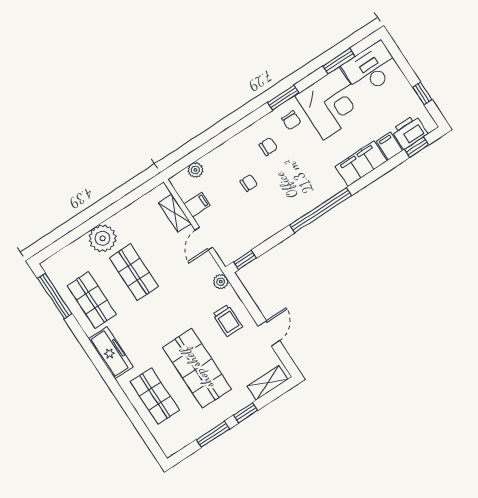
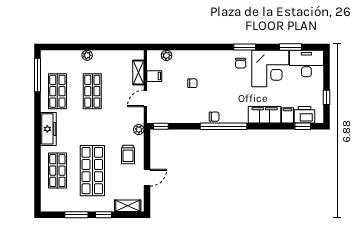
chair: (268, 147) -> (214, 117), moved
plant: (103, 238) -> (87, 55), width x0.53, depth x0.53

